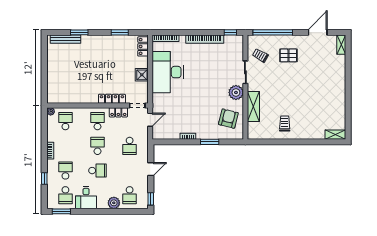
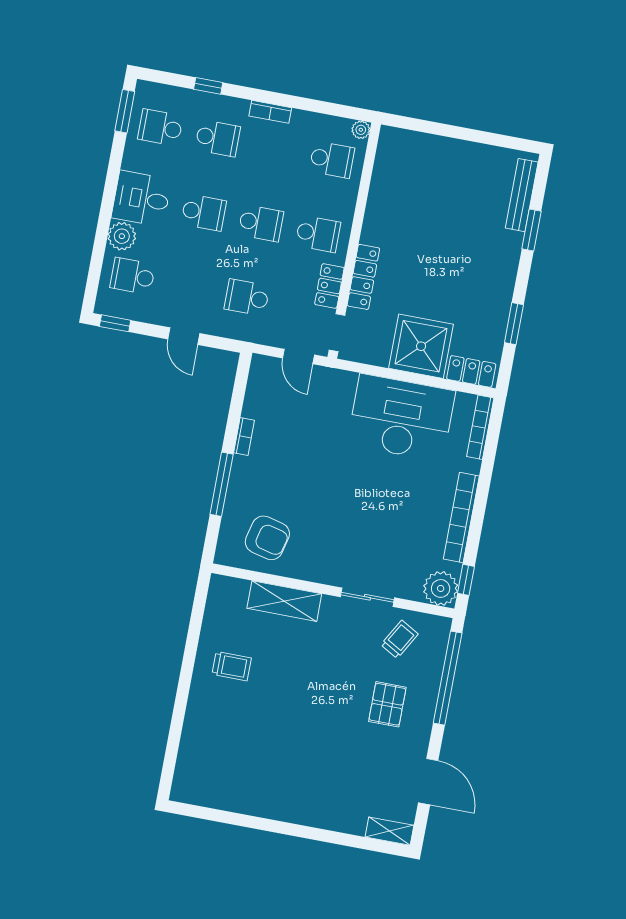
shower: (142, 75) -> (421, 346), width x1.86, depth x1.86
plant: (236, 92) -> (441, 588), moved
shelving: (335, 135) -> (184, 778), removed
window: (210, 142) -> (222, 484), width x1.44
school desk: (97, 171) -> (204, 212), turned -90
desk: (86, 198) -> (141, 199), moved

